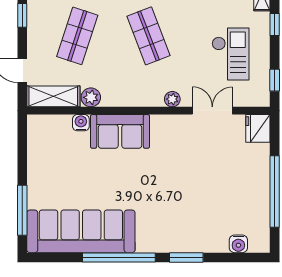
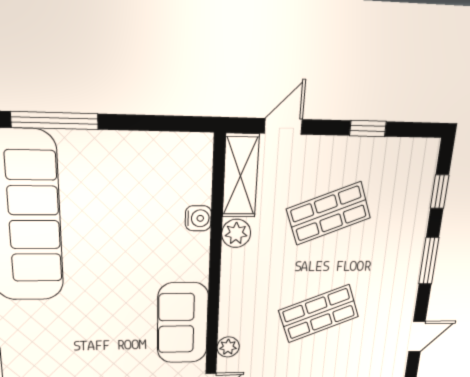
shop shelf: (77, 36) -> (329, 213), turned -39
sofa: (120, 131) -> (183, 323), moved

